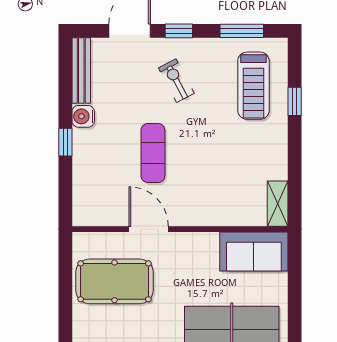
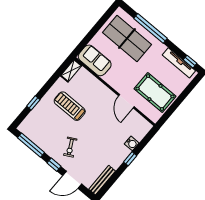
window: (242, 31) -> (31, 145), width x1.44
treadmill: (253, 86) -> (70, 106), moved, turned -90
water cooler: (83, 116) -> (132, 143), moved
exercise mat: (153, 153) -> (101, 128), removed

